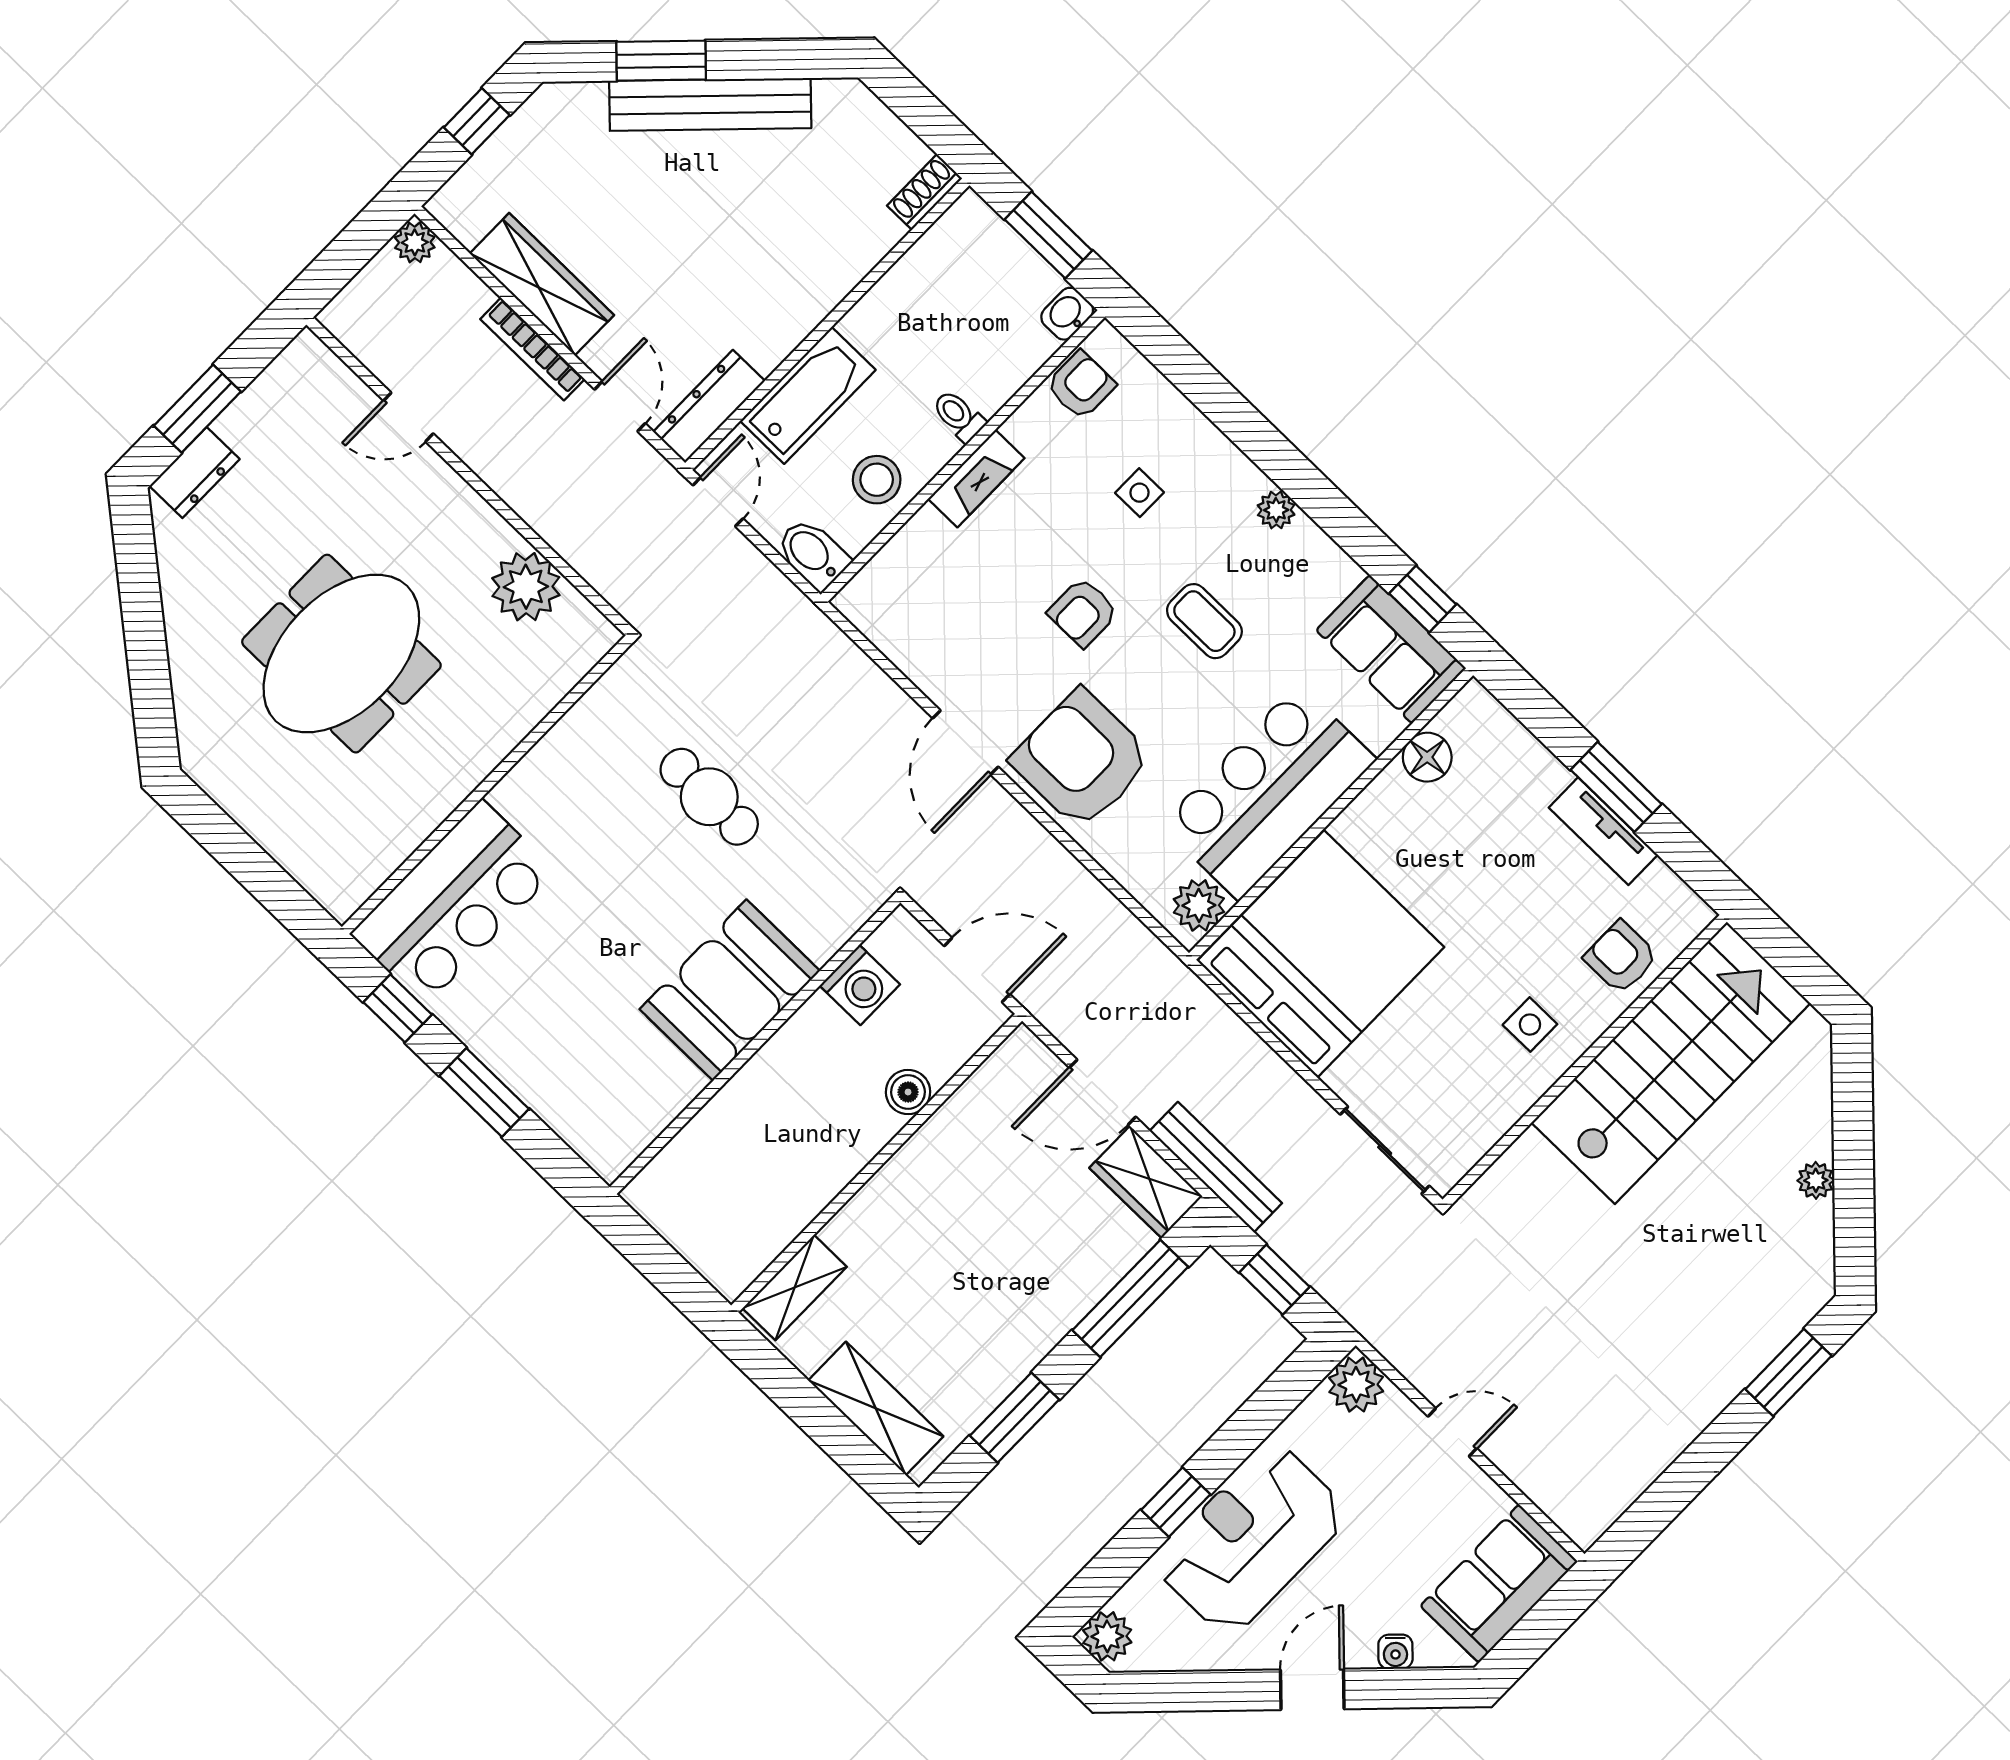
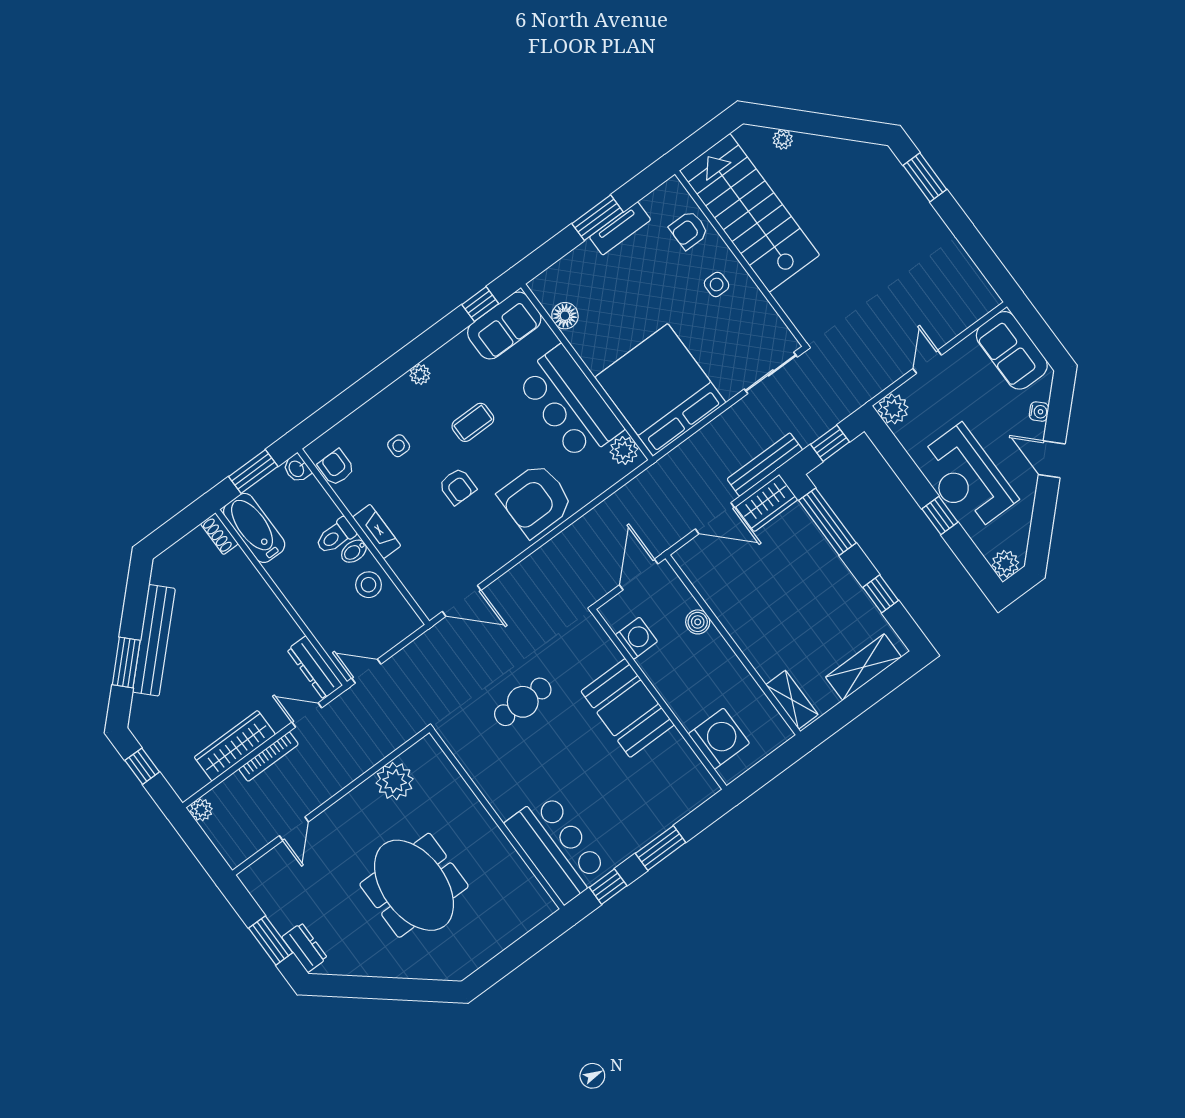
bathtub: (808, 395) -> (254, 528), moved
toilet: (959, 416) -> (335, 536), width x1.37, depth x1.39
bidet: (813, 554) -> (354, 551), moved, width x0.72, depth x0.74
door: (965, 742) -> (462, 601), moved
door: (1103, 1092) -> (715, 518), hinge flipped
washing machine: (701, 1166) -> (719, 739), added
plant: (1816, 1180) -> (783, 140), moved
window: (1015, 1418) -> (881, 594), width x0.67

